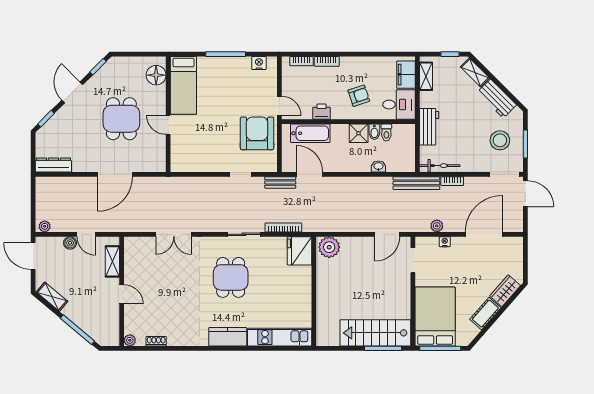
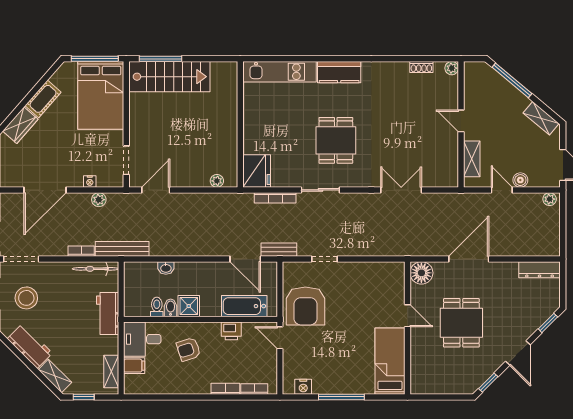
floor lamp: (156, 75) -> (421, 273), moved
filing cabinet: (406, 75) -> (134, 366), width x0.50
plant: (329, 247) -> (217, 181), width x0.53, depth x0.53

